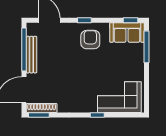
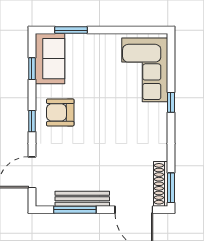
window: (130, 20) -> (32, 69), moved
window: (147, 47) -> (71, 30), width x0.69
window: (24, 50) -> (75, 210), width x0.68

